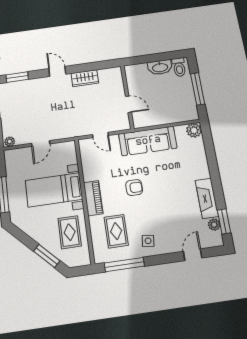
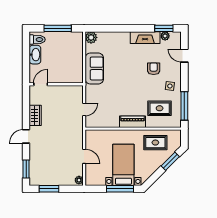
door: (128, 104) -> (41, 84), moved
sofa: (148, 141) -> (94, 68), width x0.73
armchair: (134, 188) -> (154, 69), moved
bed with nightstands: (54, 190) -> (123, 165), moved, turned 180

